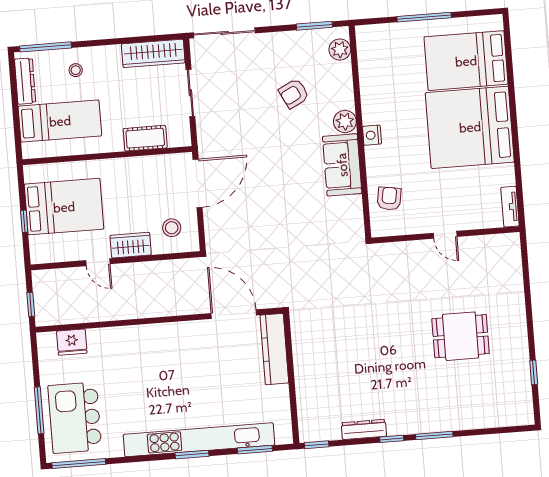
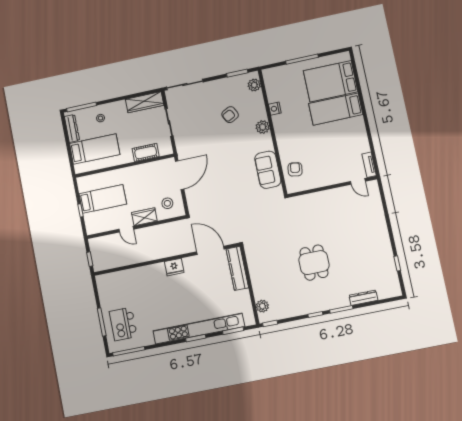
bed: (470, 127) -> (336, 109), width x0.49
nightstand: (372, 135) -> (275, 109), moved
sofa: (342, 165) -> (268, 170), moved
bed: (64, 207) -> (103, 199), width x0.67
door: (445, 235) -> (358, 181), moved
dining table: (461, 336) -> (314, 263), moved, turned 90
fridge: (72, 342) -> (174, 267), moved
plant: (308, 415) -> (262, 306), added
kitchen island: (75, 418) -> (123, 324), width x0.73, depth x0.78
dresser: (364, 429) -> (363, 298), moved

